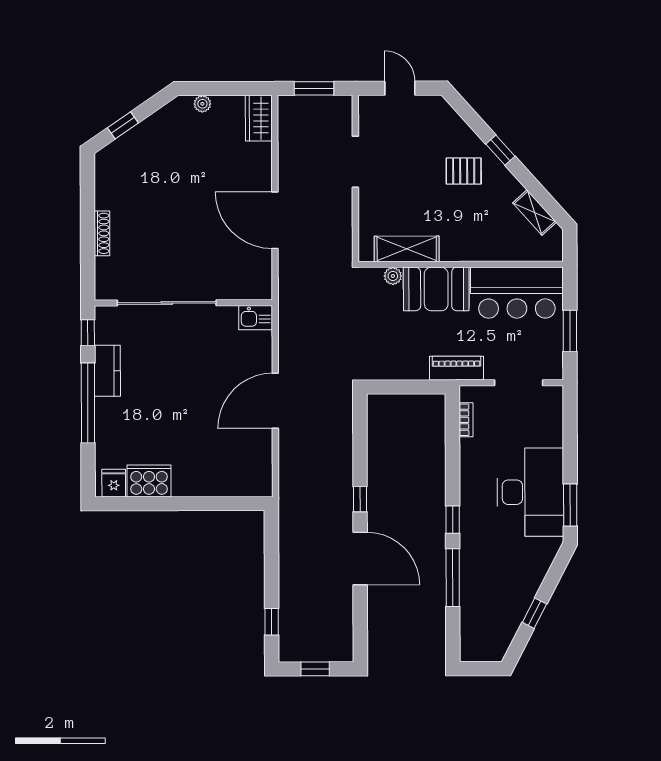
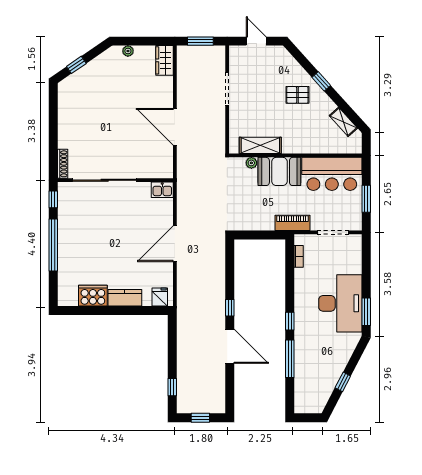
shoe rack: (102, 233) -> (63, 164), moved
kitchen counter: (107, 371) -> (125, 298), moved, turned -90
fridge: (114, 483) -> (160, 297), moved

